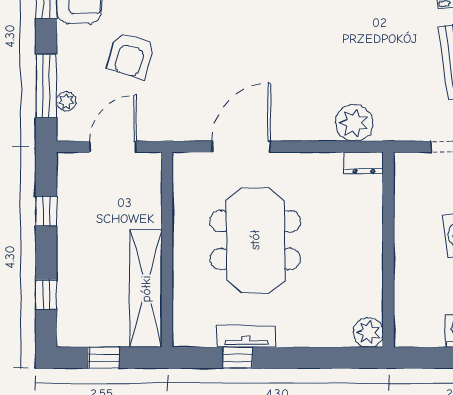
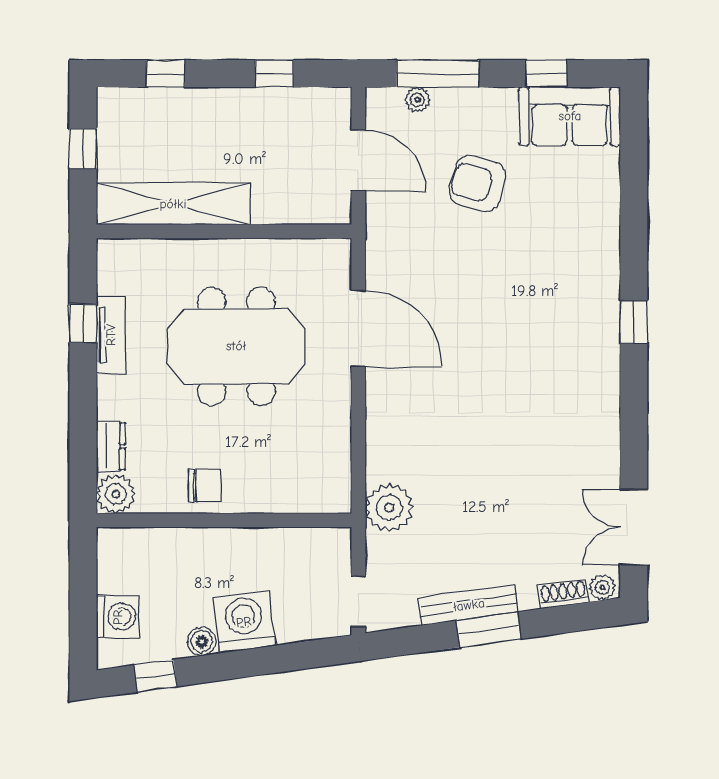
plant: (354, 123) -> (389, 507), moved
dresser: (364, 163) -> (111, 446), moved, turned 180
chair: (362, 264) -> (205, 485), added

